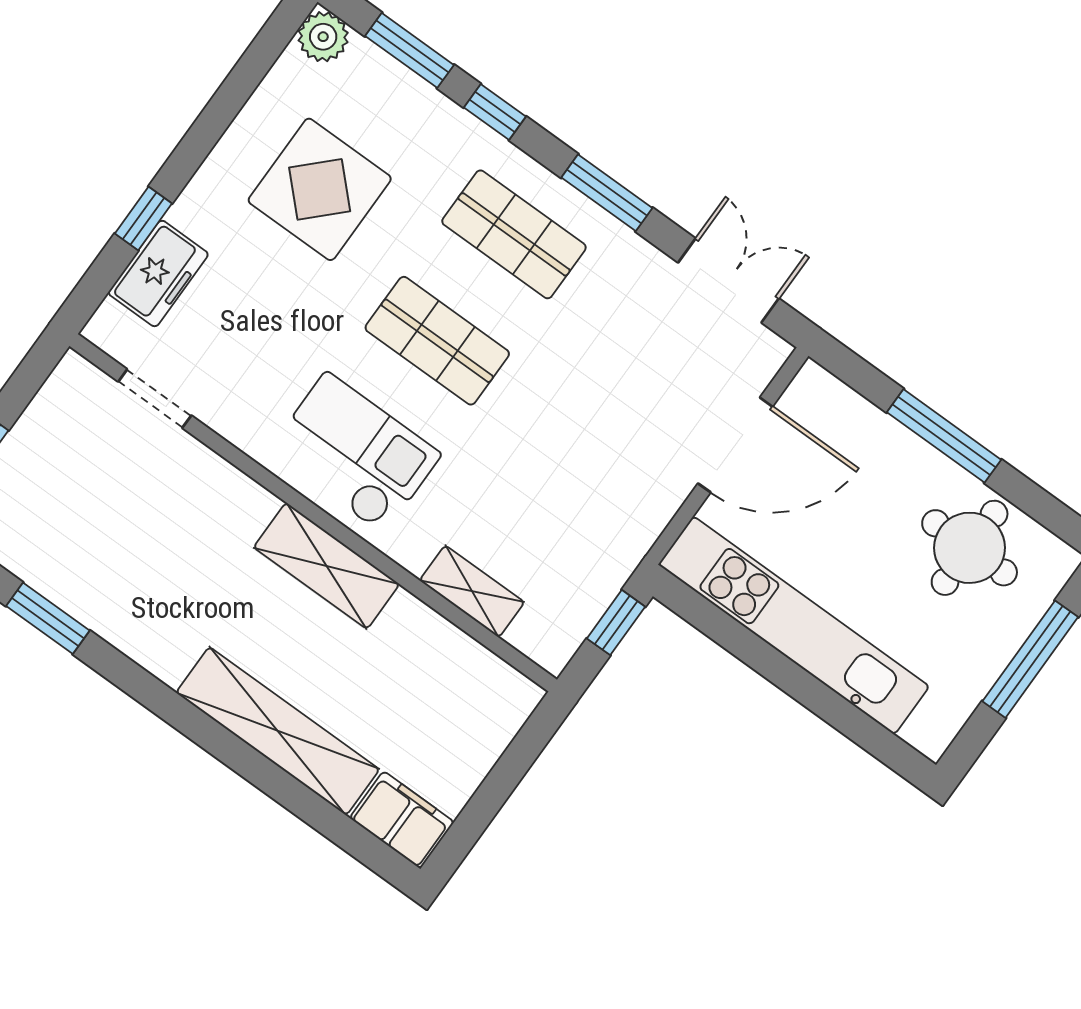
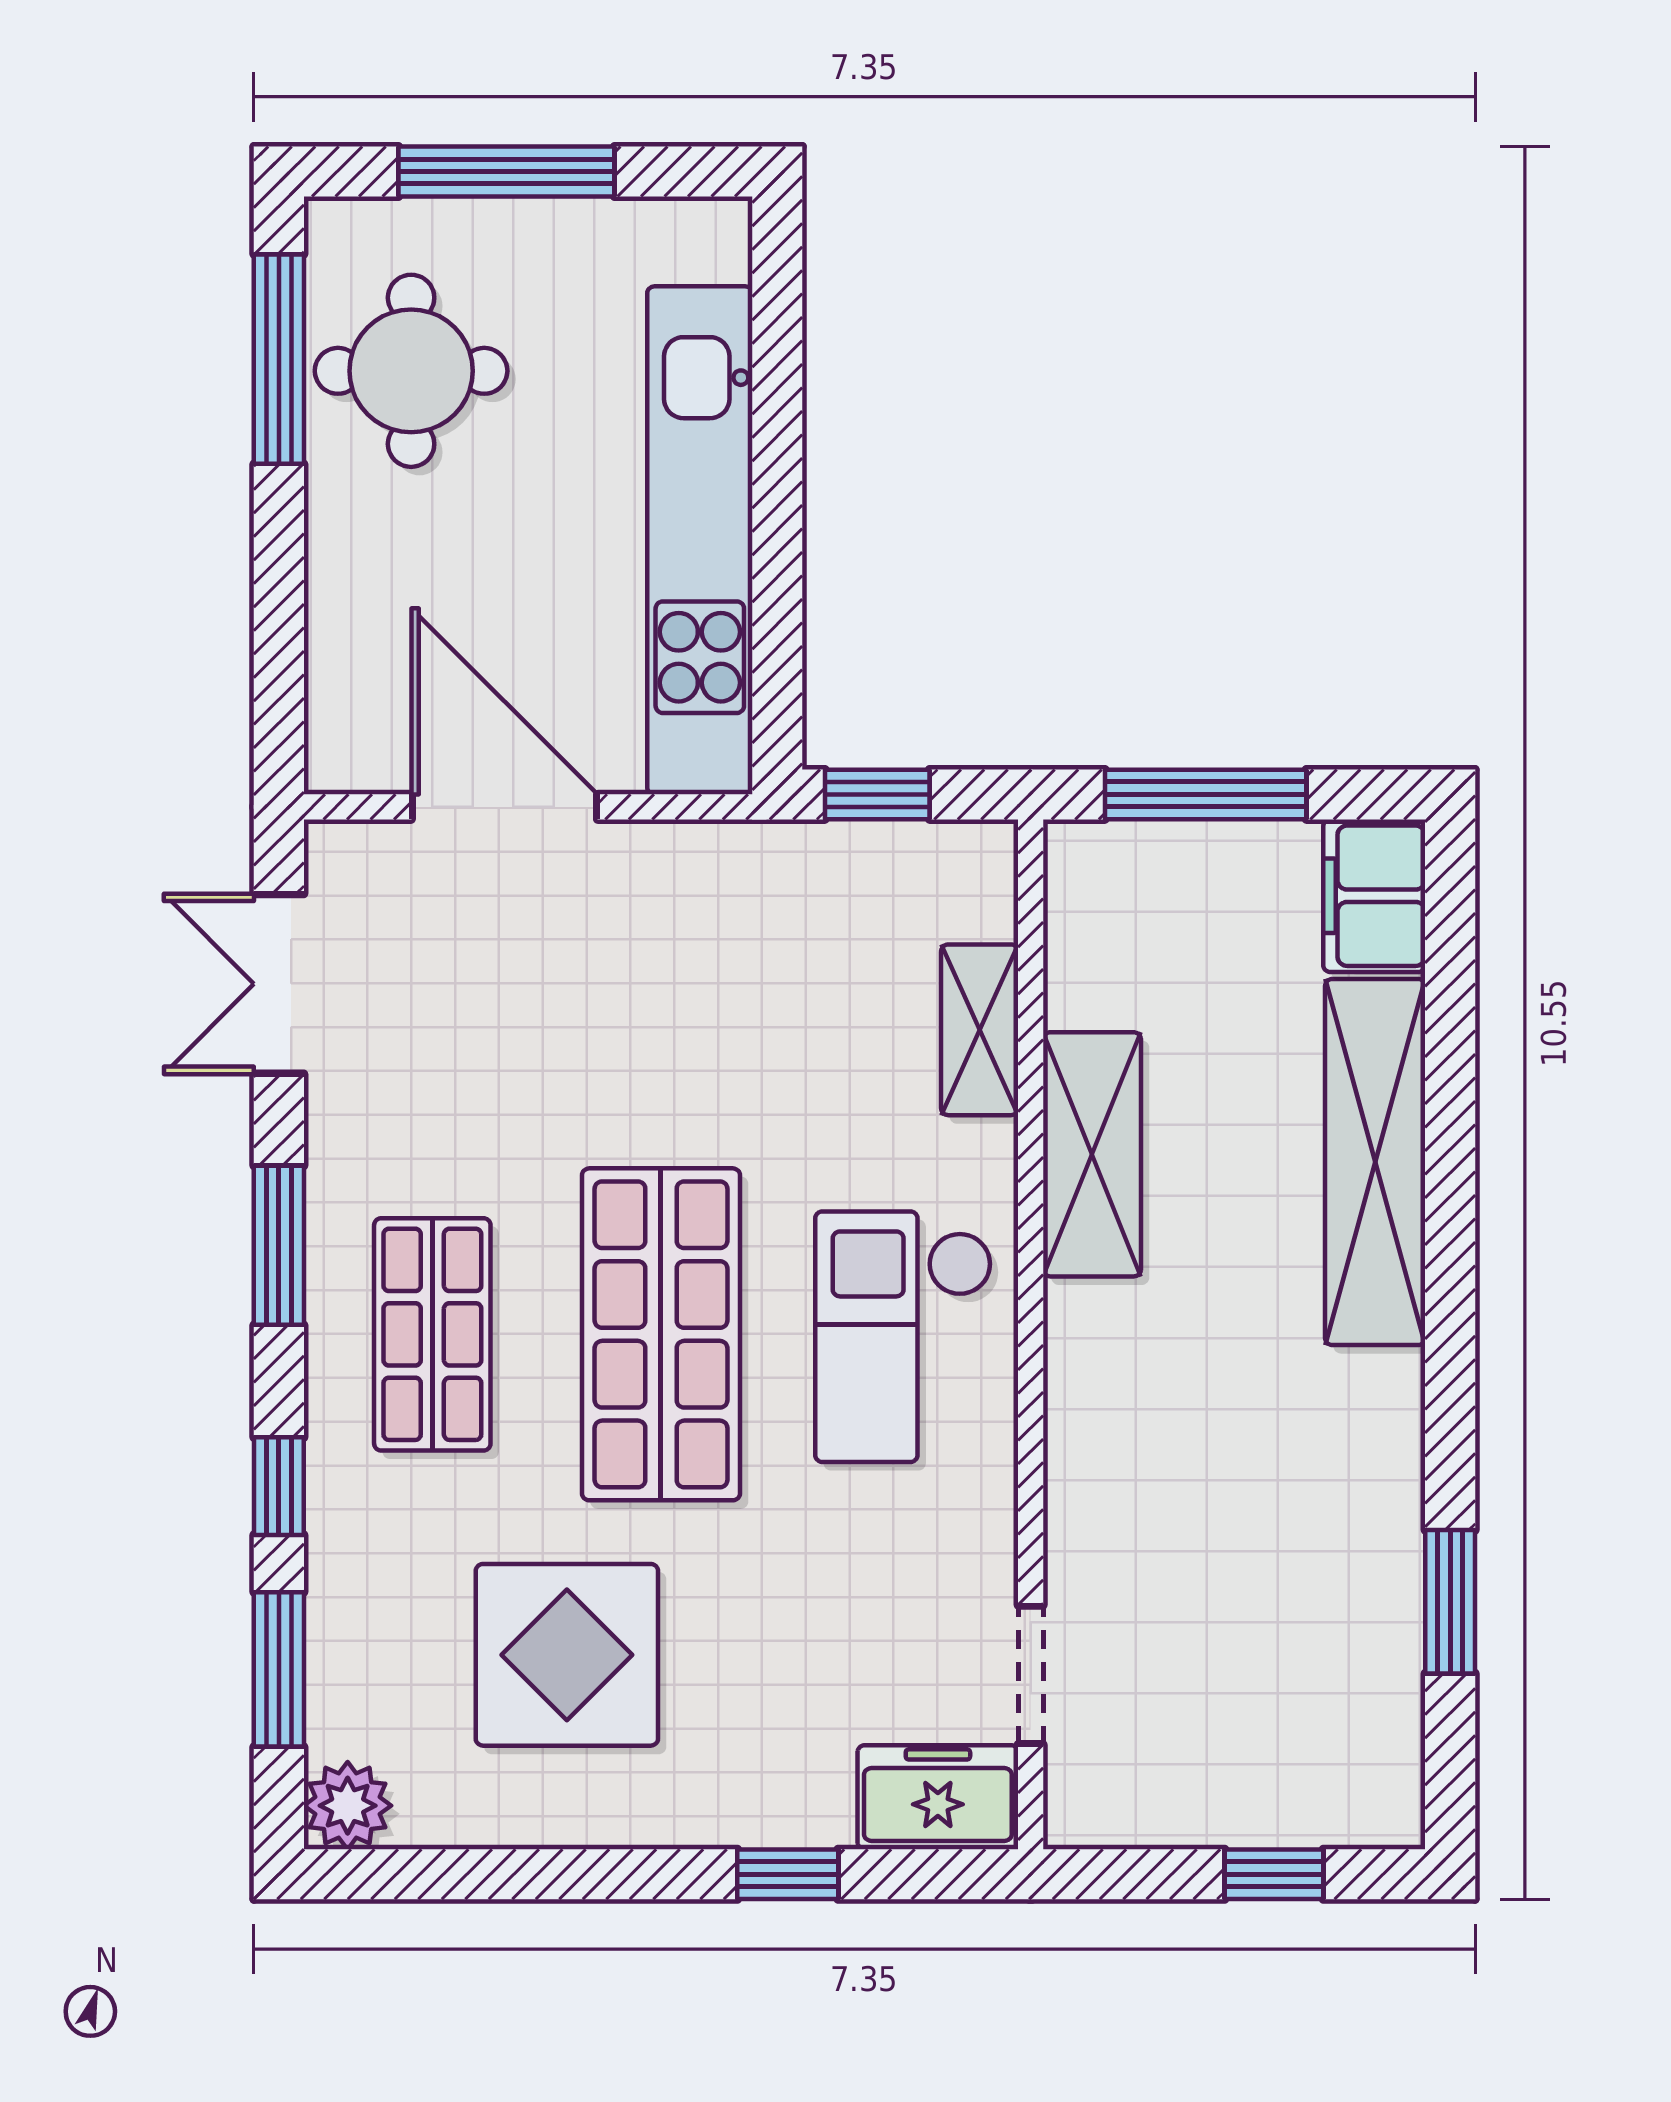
freezer: (158, 274) -> (938, 1797), moved
shop shelf: (437, 341) -> (661, 1334), width x1.43, depth x1.36
window: (944, 436) -> (279, 359), moved
shelving: (327, 566) -> (1092, 1154), moved
window: (506, 775) -> (1206, 794), added

